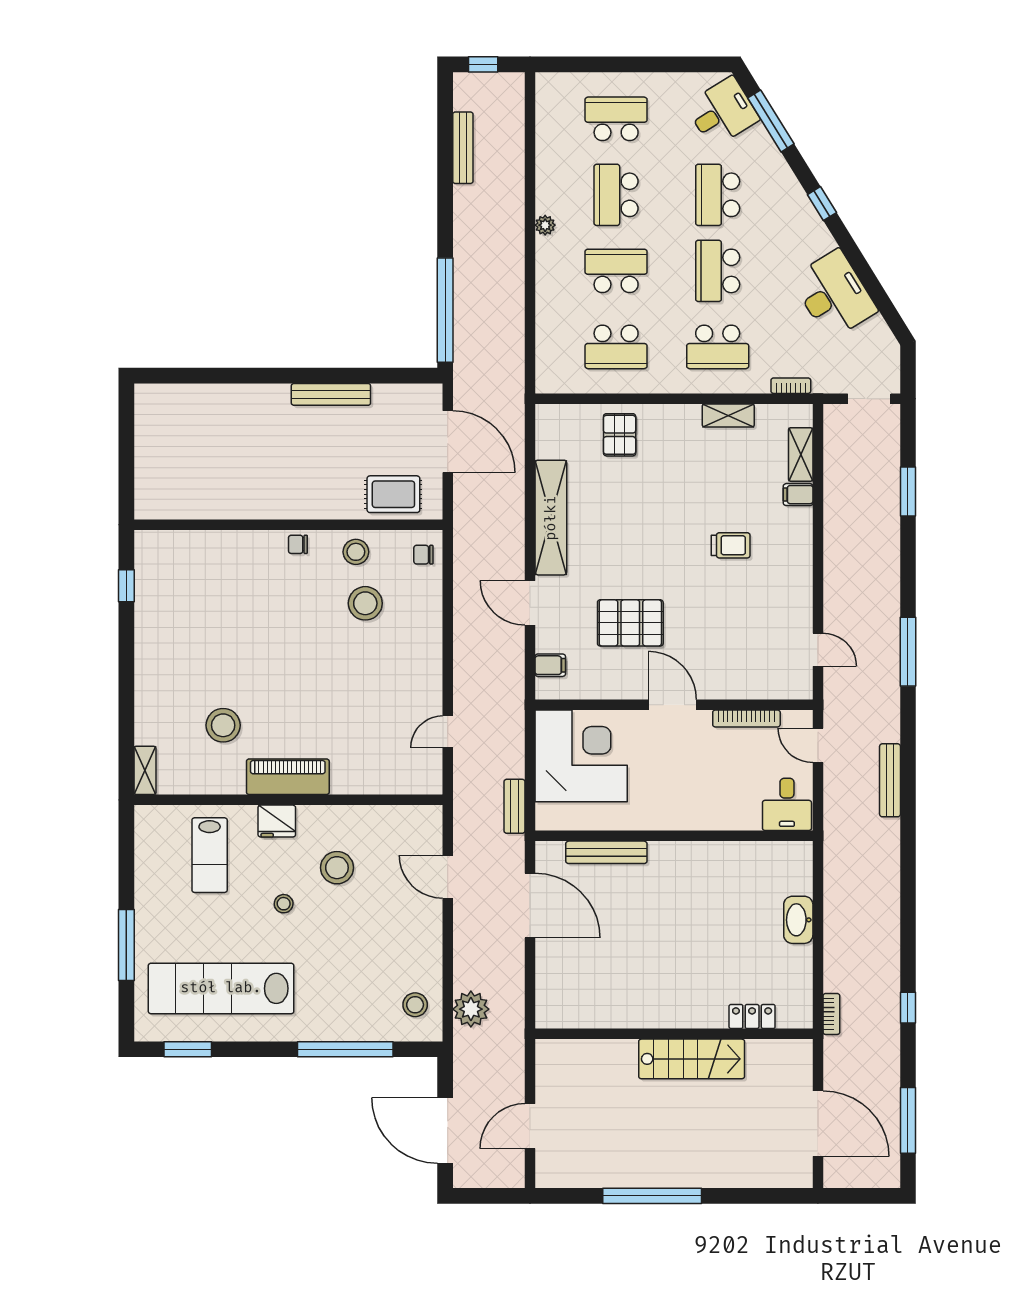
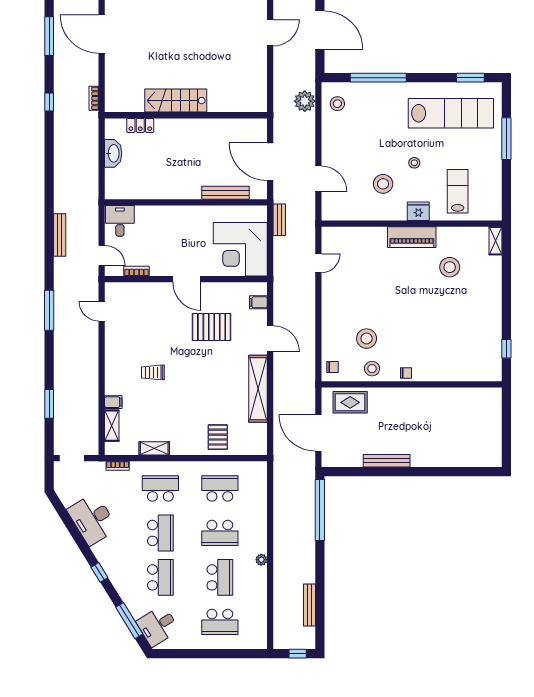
bookcase: (746, 718) -> (137, 271), width x0.64
locker: (752, 1017) -> (140, 125), moved
wall: (674, 1034) -> (186, 115), moved
stairs: (692, 1059) -> (176, 101), moved

